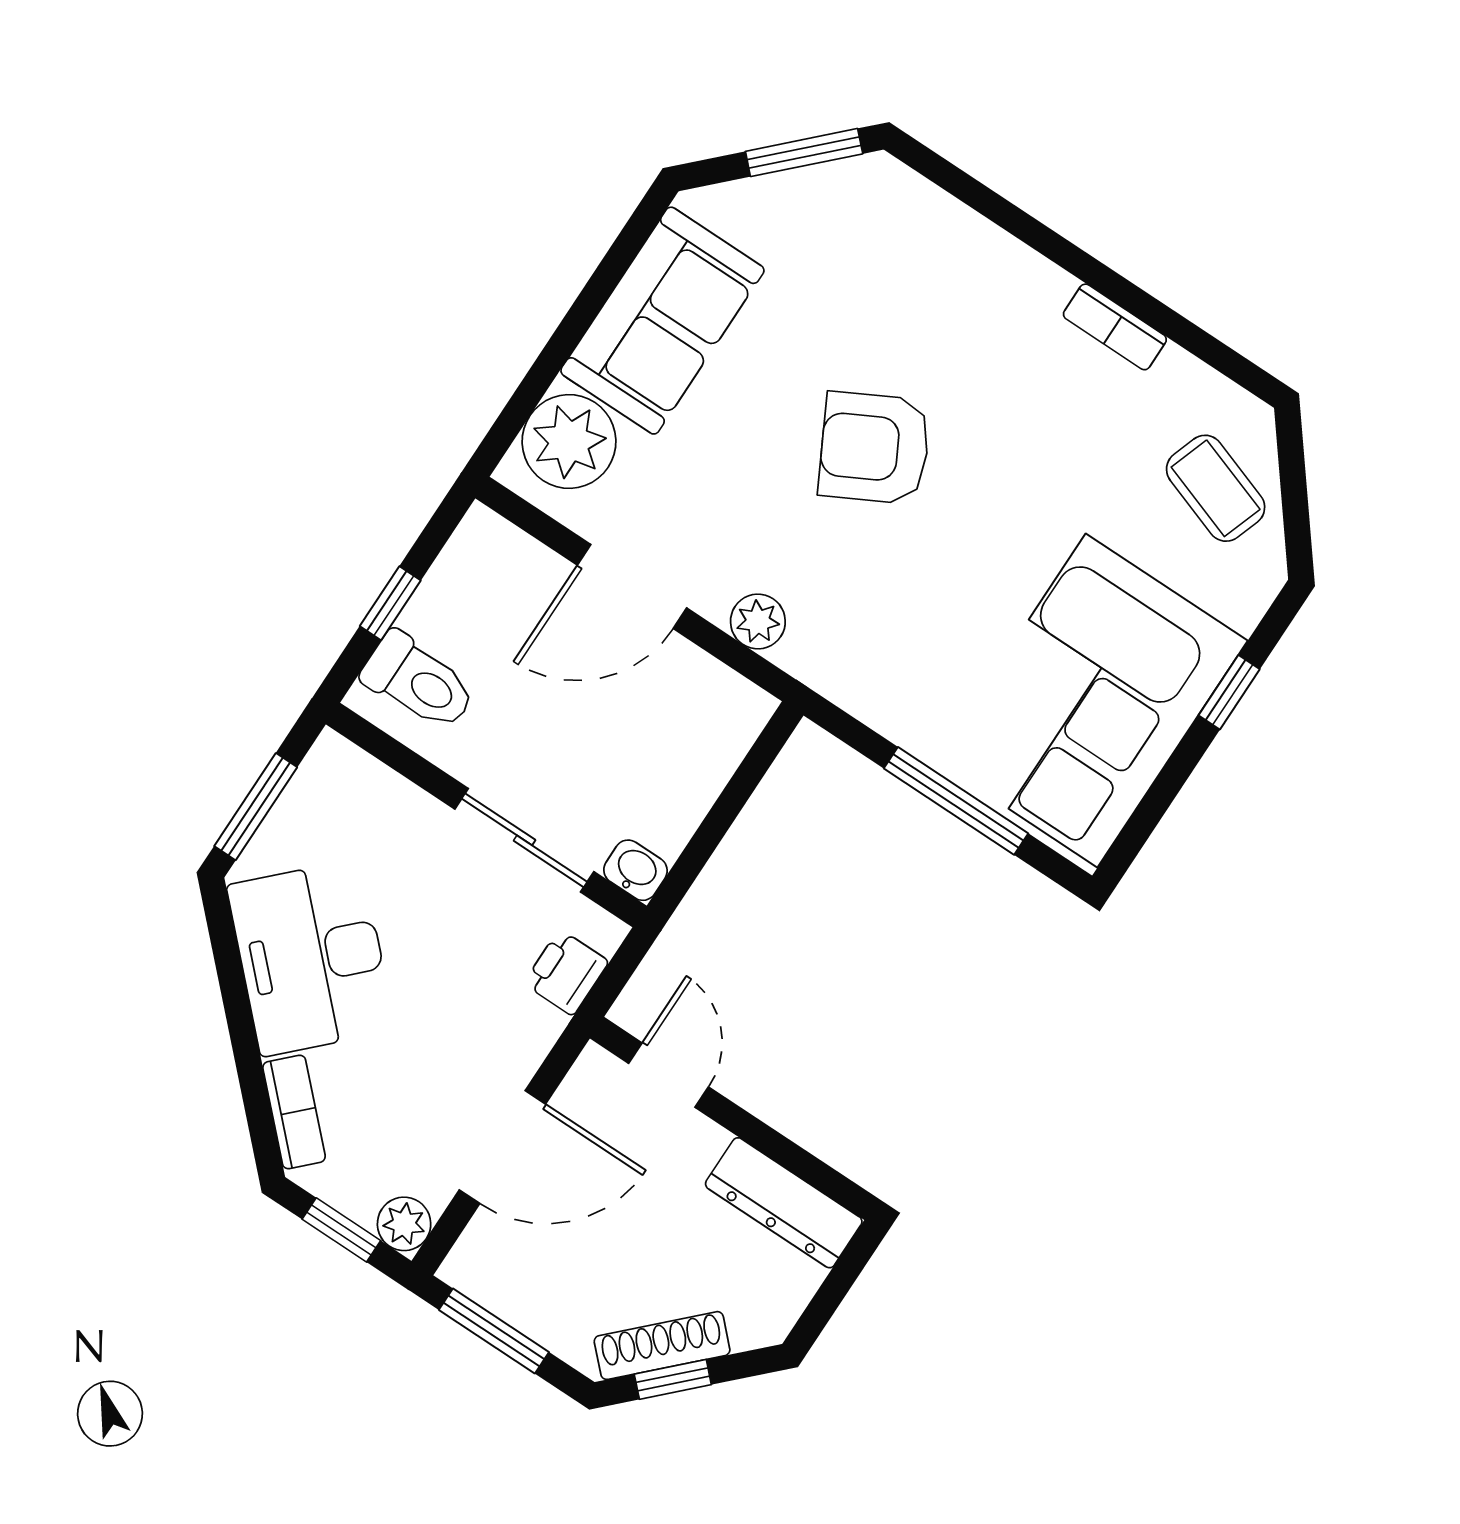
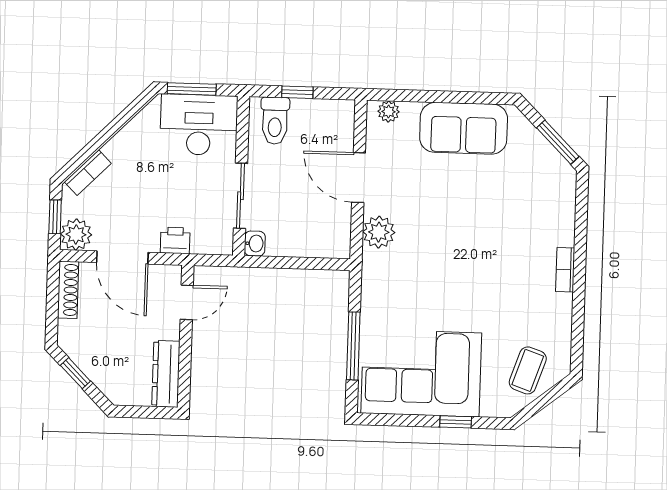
bookcase: (1115, 327) -> (565, 270), moved
plant: (569, 442) -> (389, 112), width x0.53, depth x0.53
armchair: (875, 448) -> (465, 235), removed
plant: (758, 621) -> (379, 232), width x1.38, depth x1.38
desk: (311, 958) -> (199, 125), moved, turned 45
printer: (566, 972) -> (175, 240), moved
plant: (404, 1224) -> (76, 234), width x1.38, depth x1.38
window: (494, 1331) -> (53, 296), removed
shoe rack: (662, 1346) -> (68, 290), moved, turned 45

